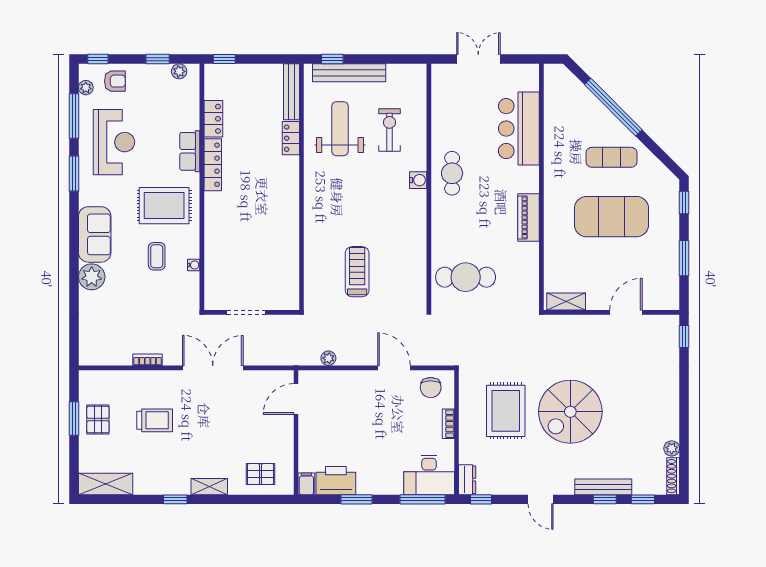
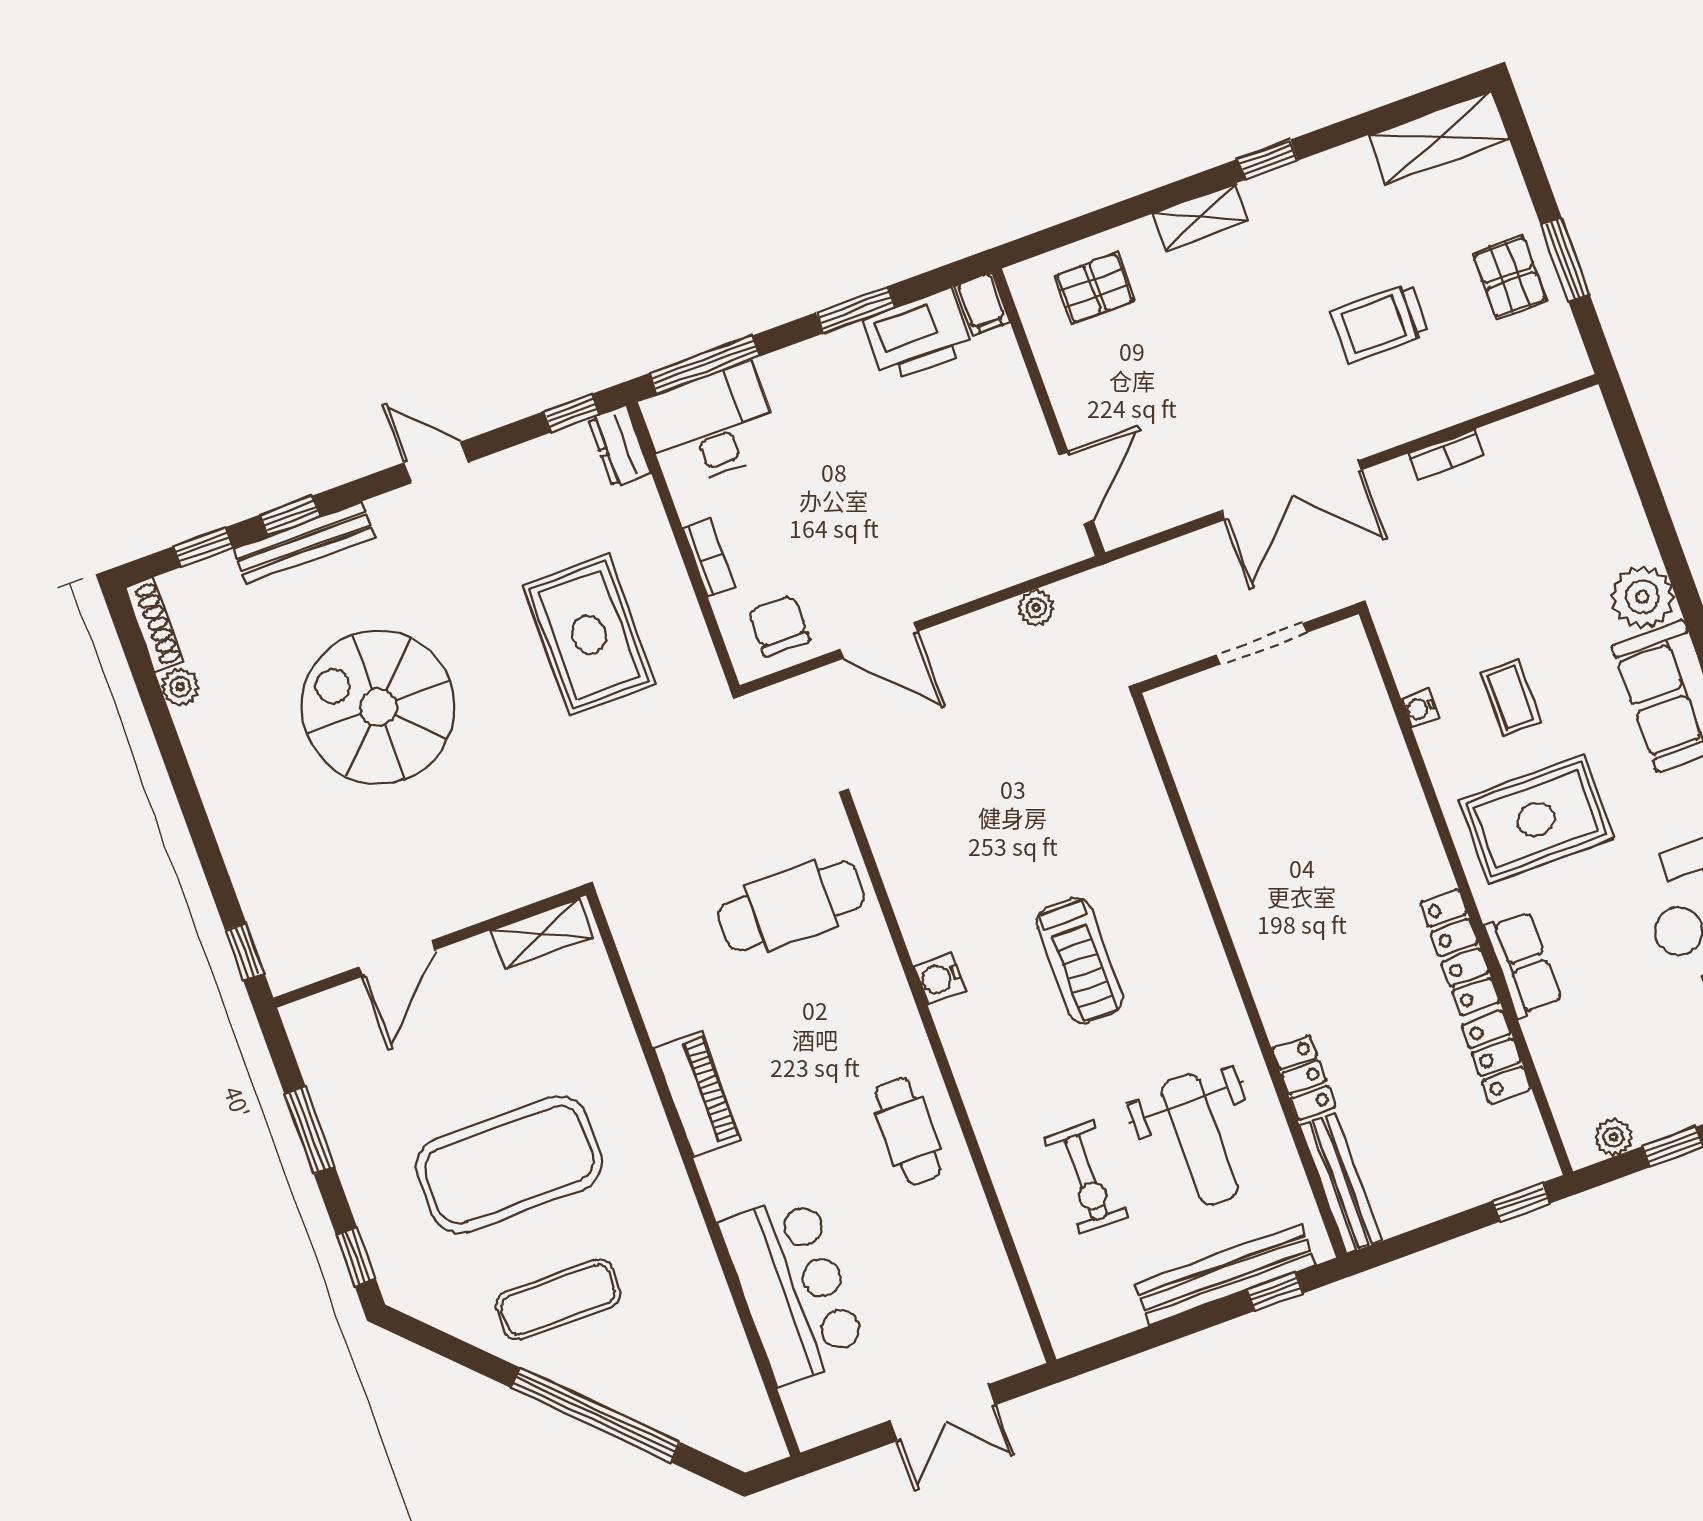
water cooler: (418, 180) -> (940, 978), moved
treadmill: (357, 272) -> (1080, 961), moved
spiral stairs: (570, 412) -> (378, 707), moved, turned -90

